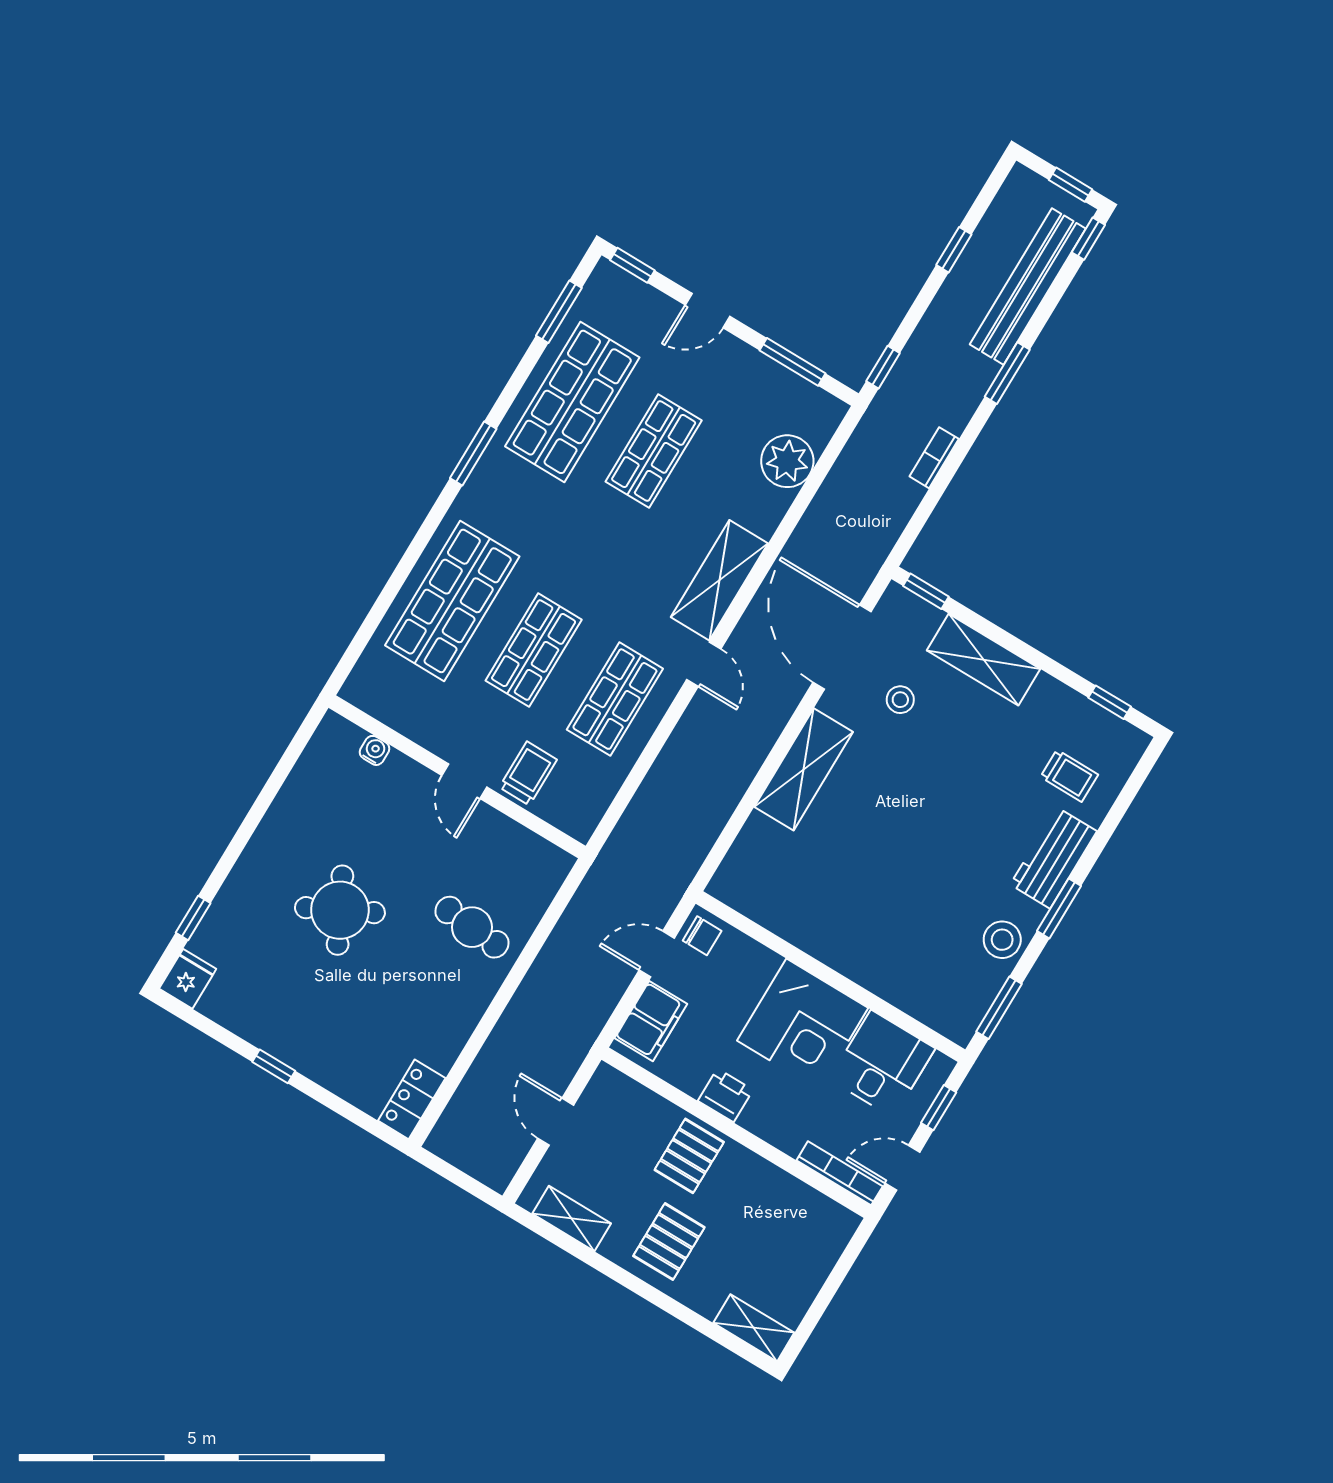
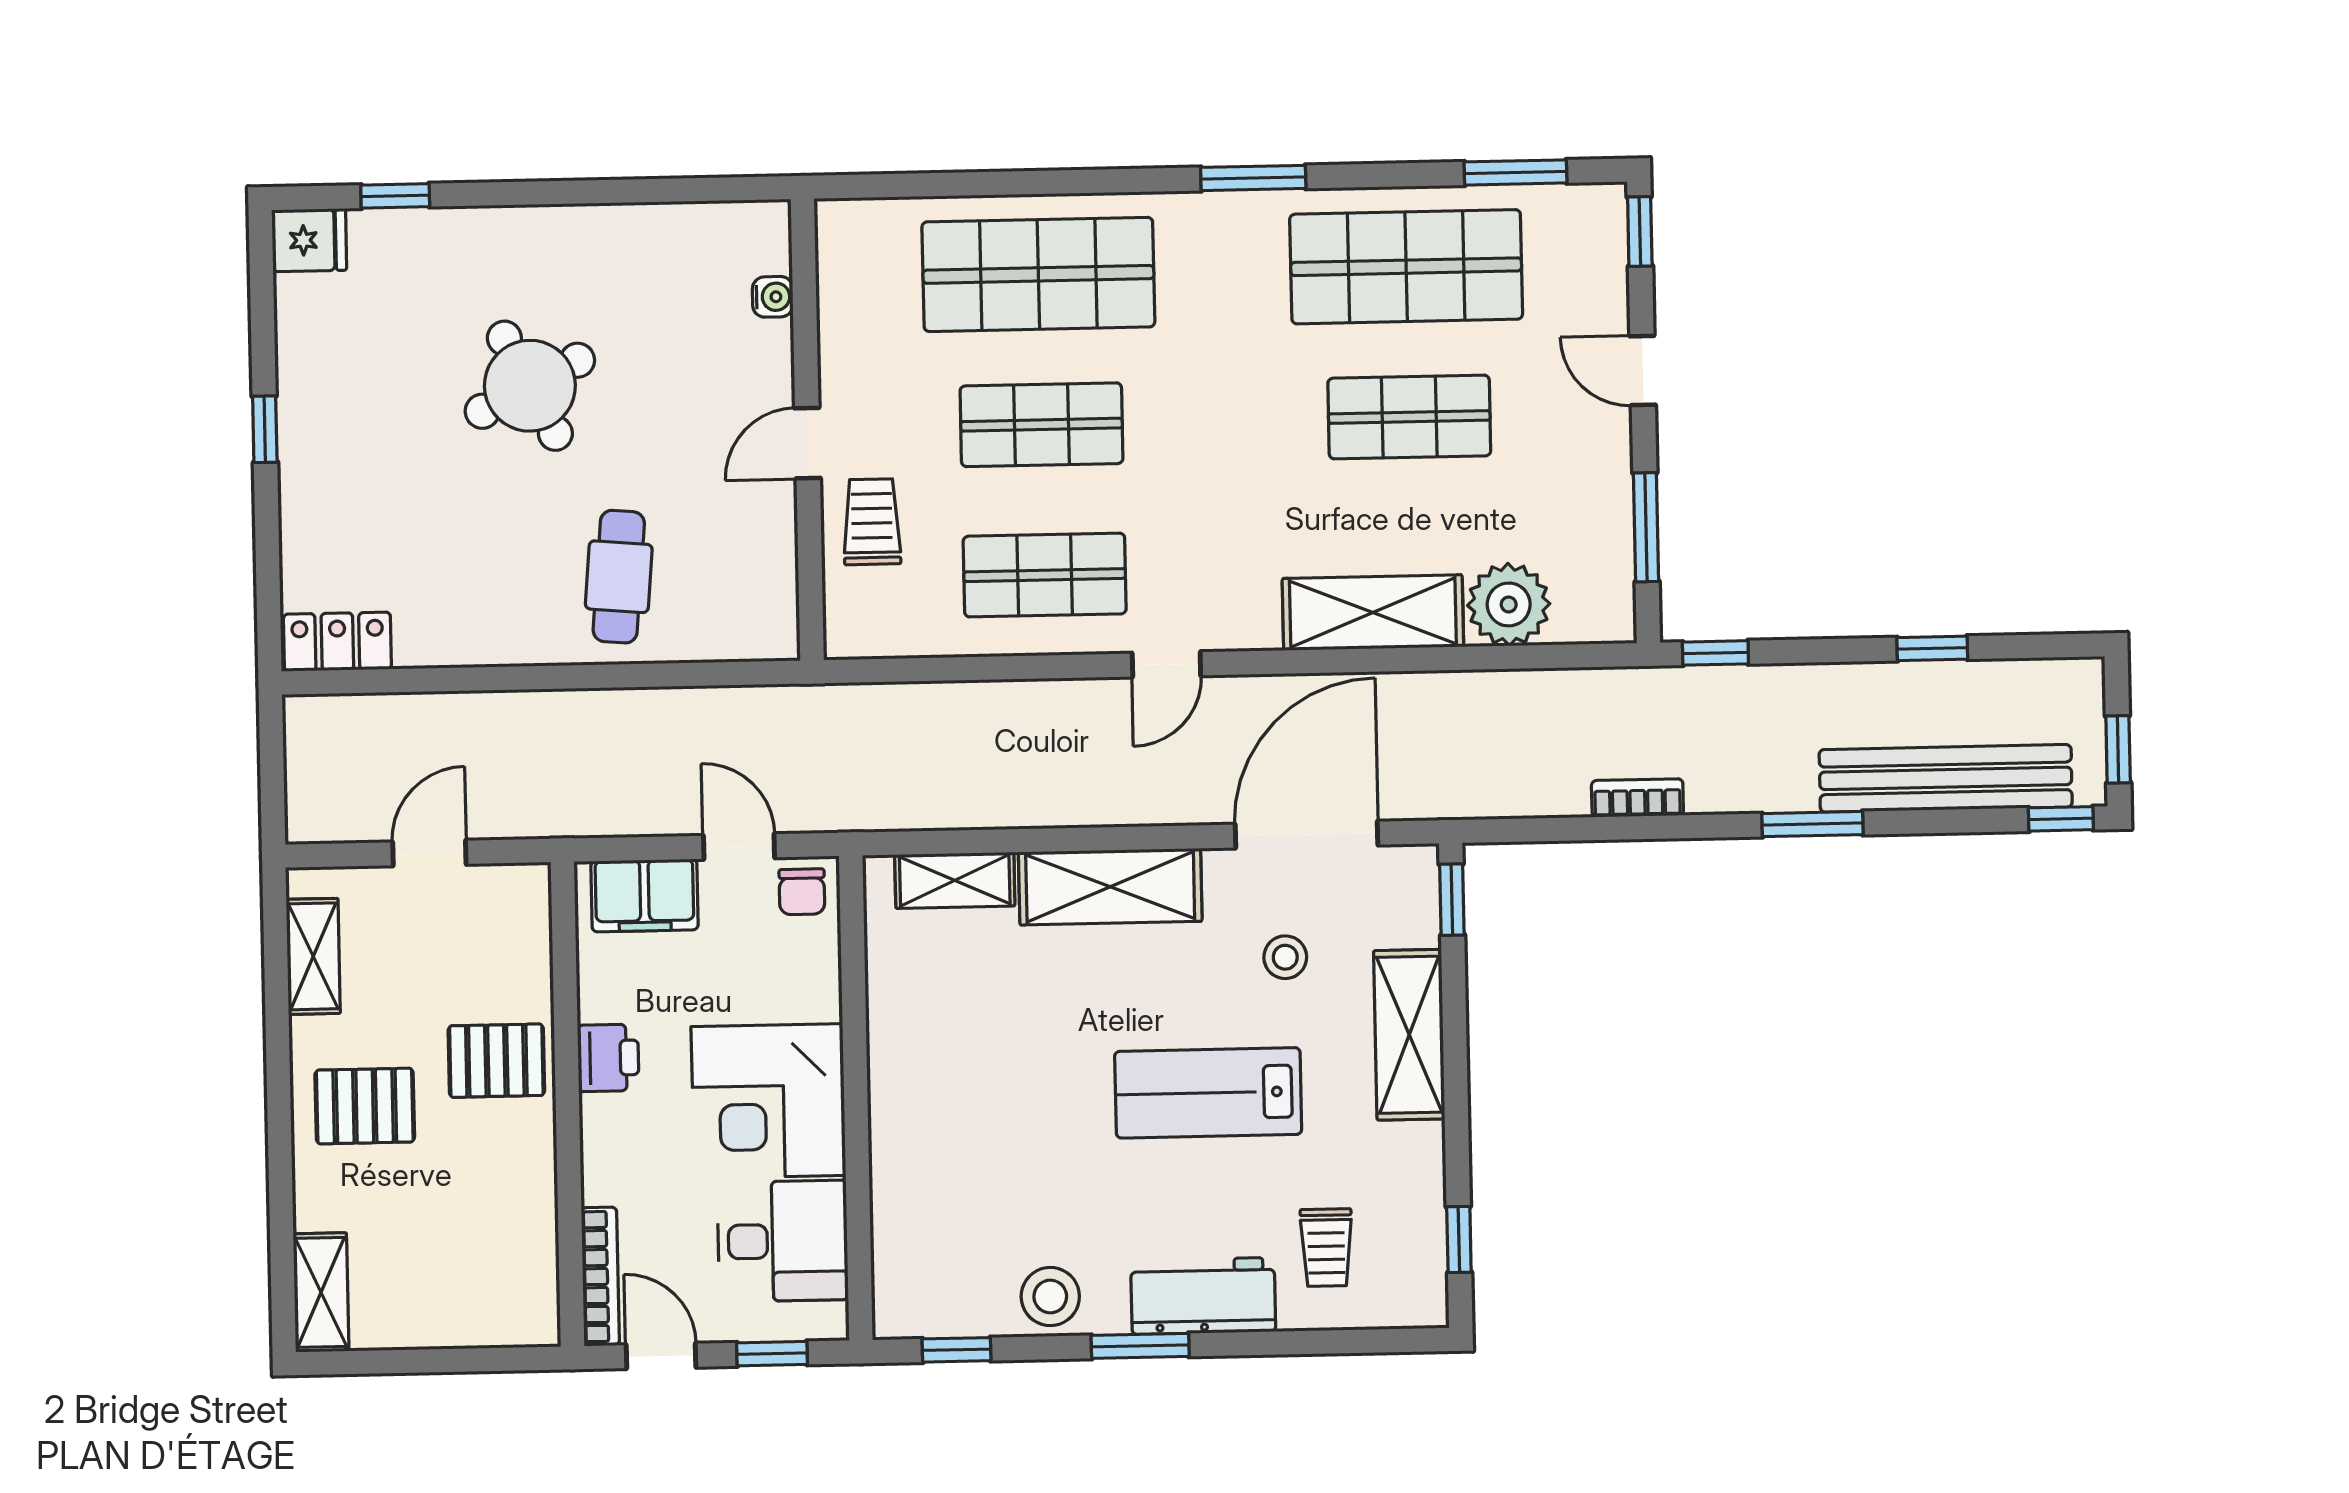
shelving: (719, 580) -> (1373, 613), moved
trolley: (528, 773) -> (872, 522), turned -90
lab bench: (947, 787) -> (1208, 1093), added
shelving: (748, 850) -> (955, 880), added
window: (999, 1008) -> (957, 1350), width x0.67

